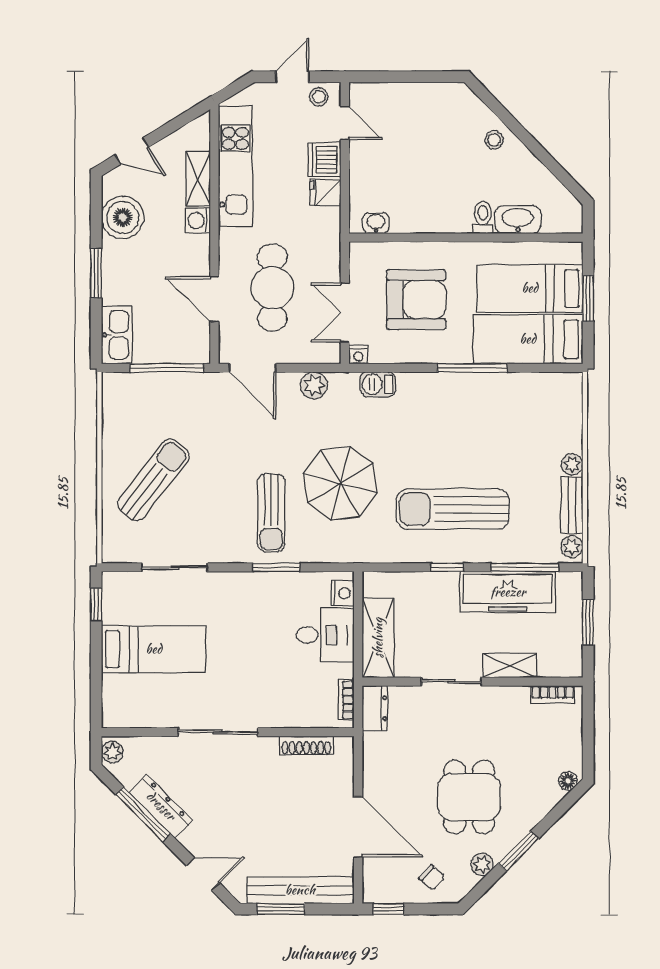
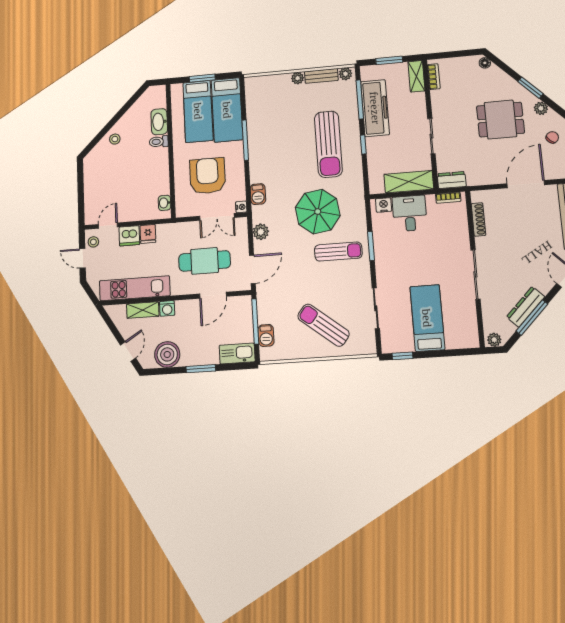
barbecue: (143, 384) -> (266, 335), added
shelving: (510, 666) -> (416, 76), moved

